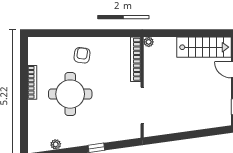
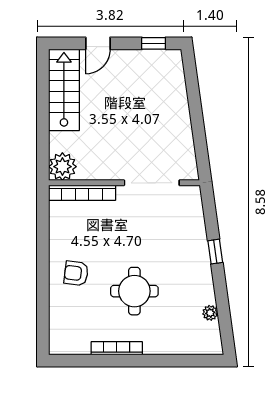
plant: (149, 42) -> (62, 167), width x1.88, depth x1.88
round table: (70, 94) -> (134, 291), width x0.73, depth x0.73

